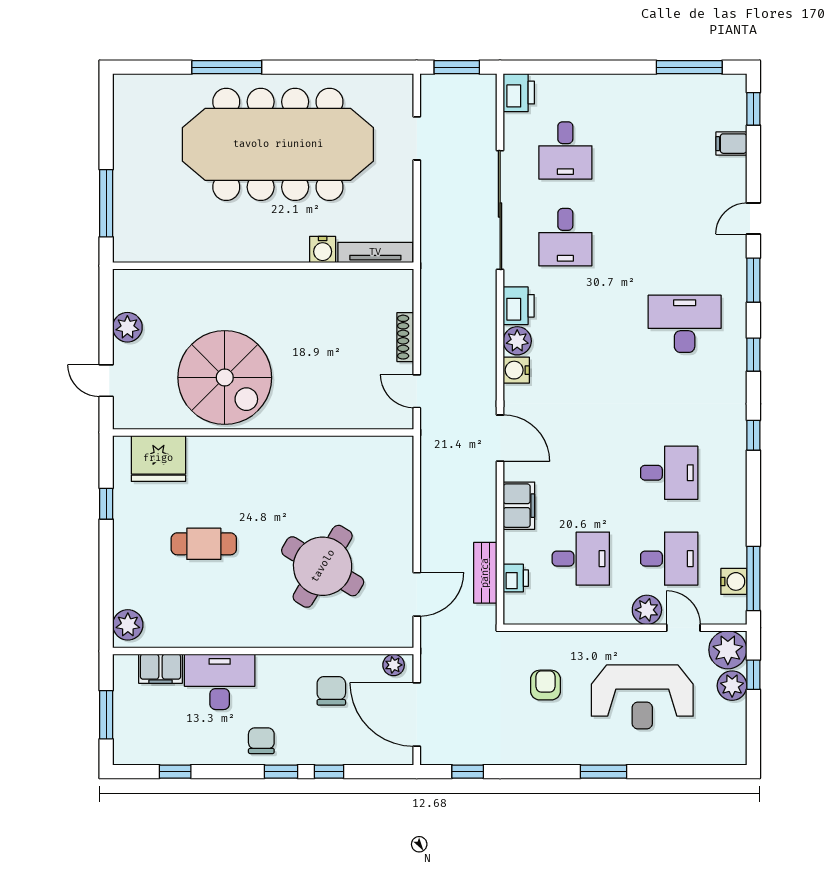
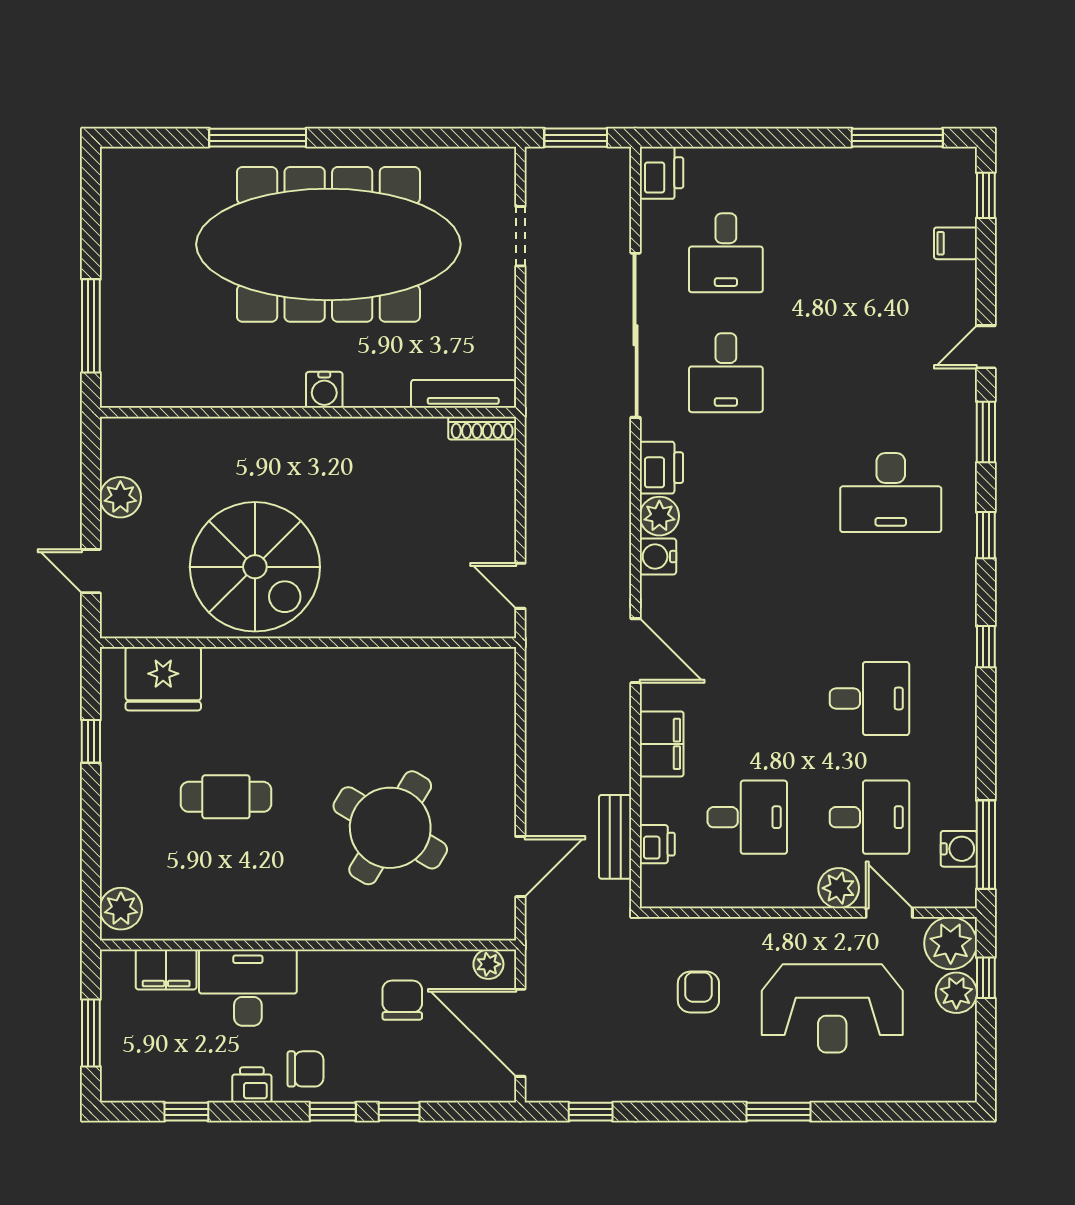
water cooler: (323, 250) -> (324, 390), moved
desk: (685, 324) -> (891, 493), turned 180
shoe rack: (405, 337) -> (482, 428), moved, turned -90
chair: (261, 741) -> (306, 1069), turned 90
printer: (223, 752) -> (252, 1085), added

